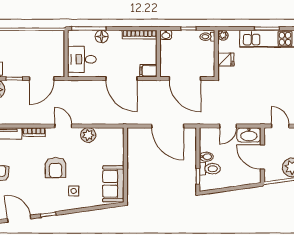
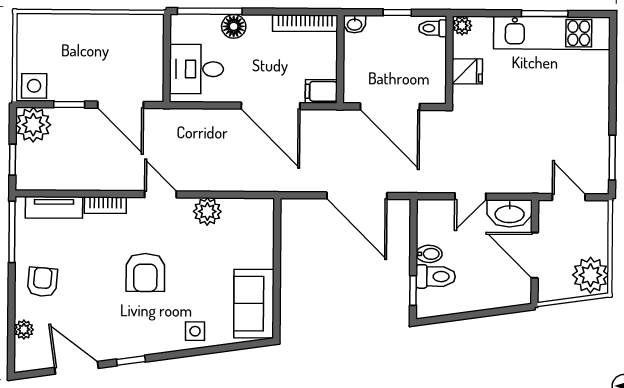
door: (42, 79) -> (120, 105), hinge flipped
side table: (74, 191) -> (195, 331), moved

